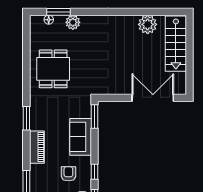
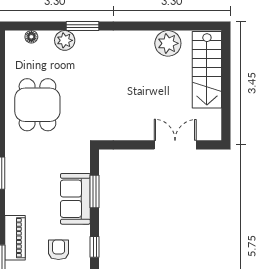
window: (59, 12) -> (83, 26), moved
double door: (153, 98) -> (175, 145), width x0.73
window: (94, 117) -> (95, 192), moved
piano: (37, 147) -> (15, 238), moved

